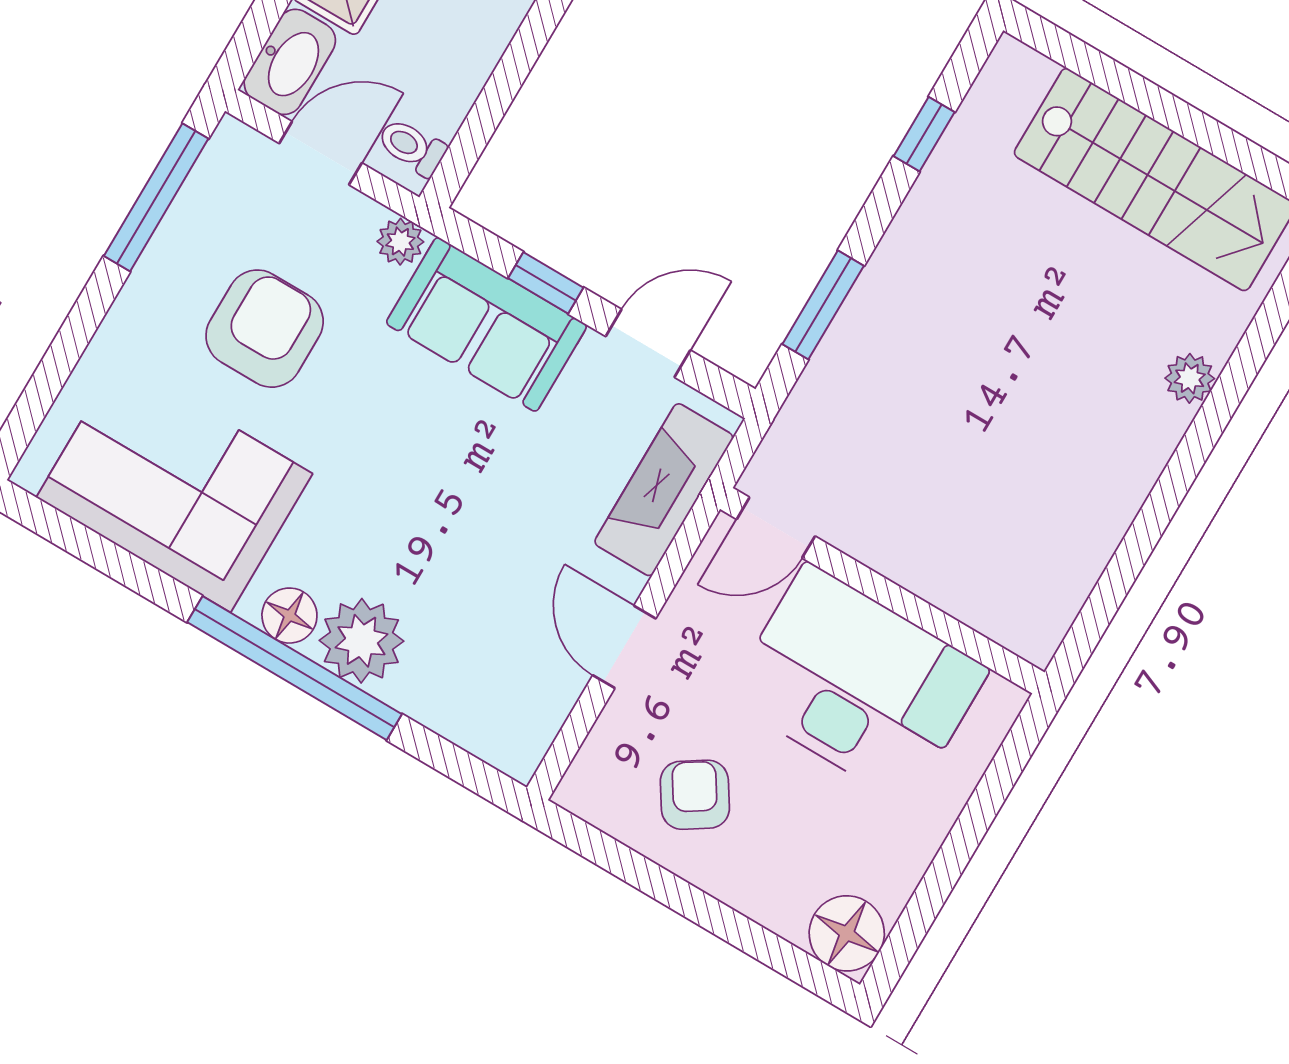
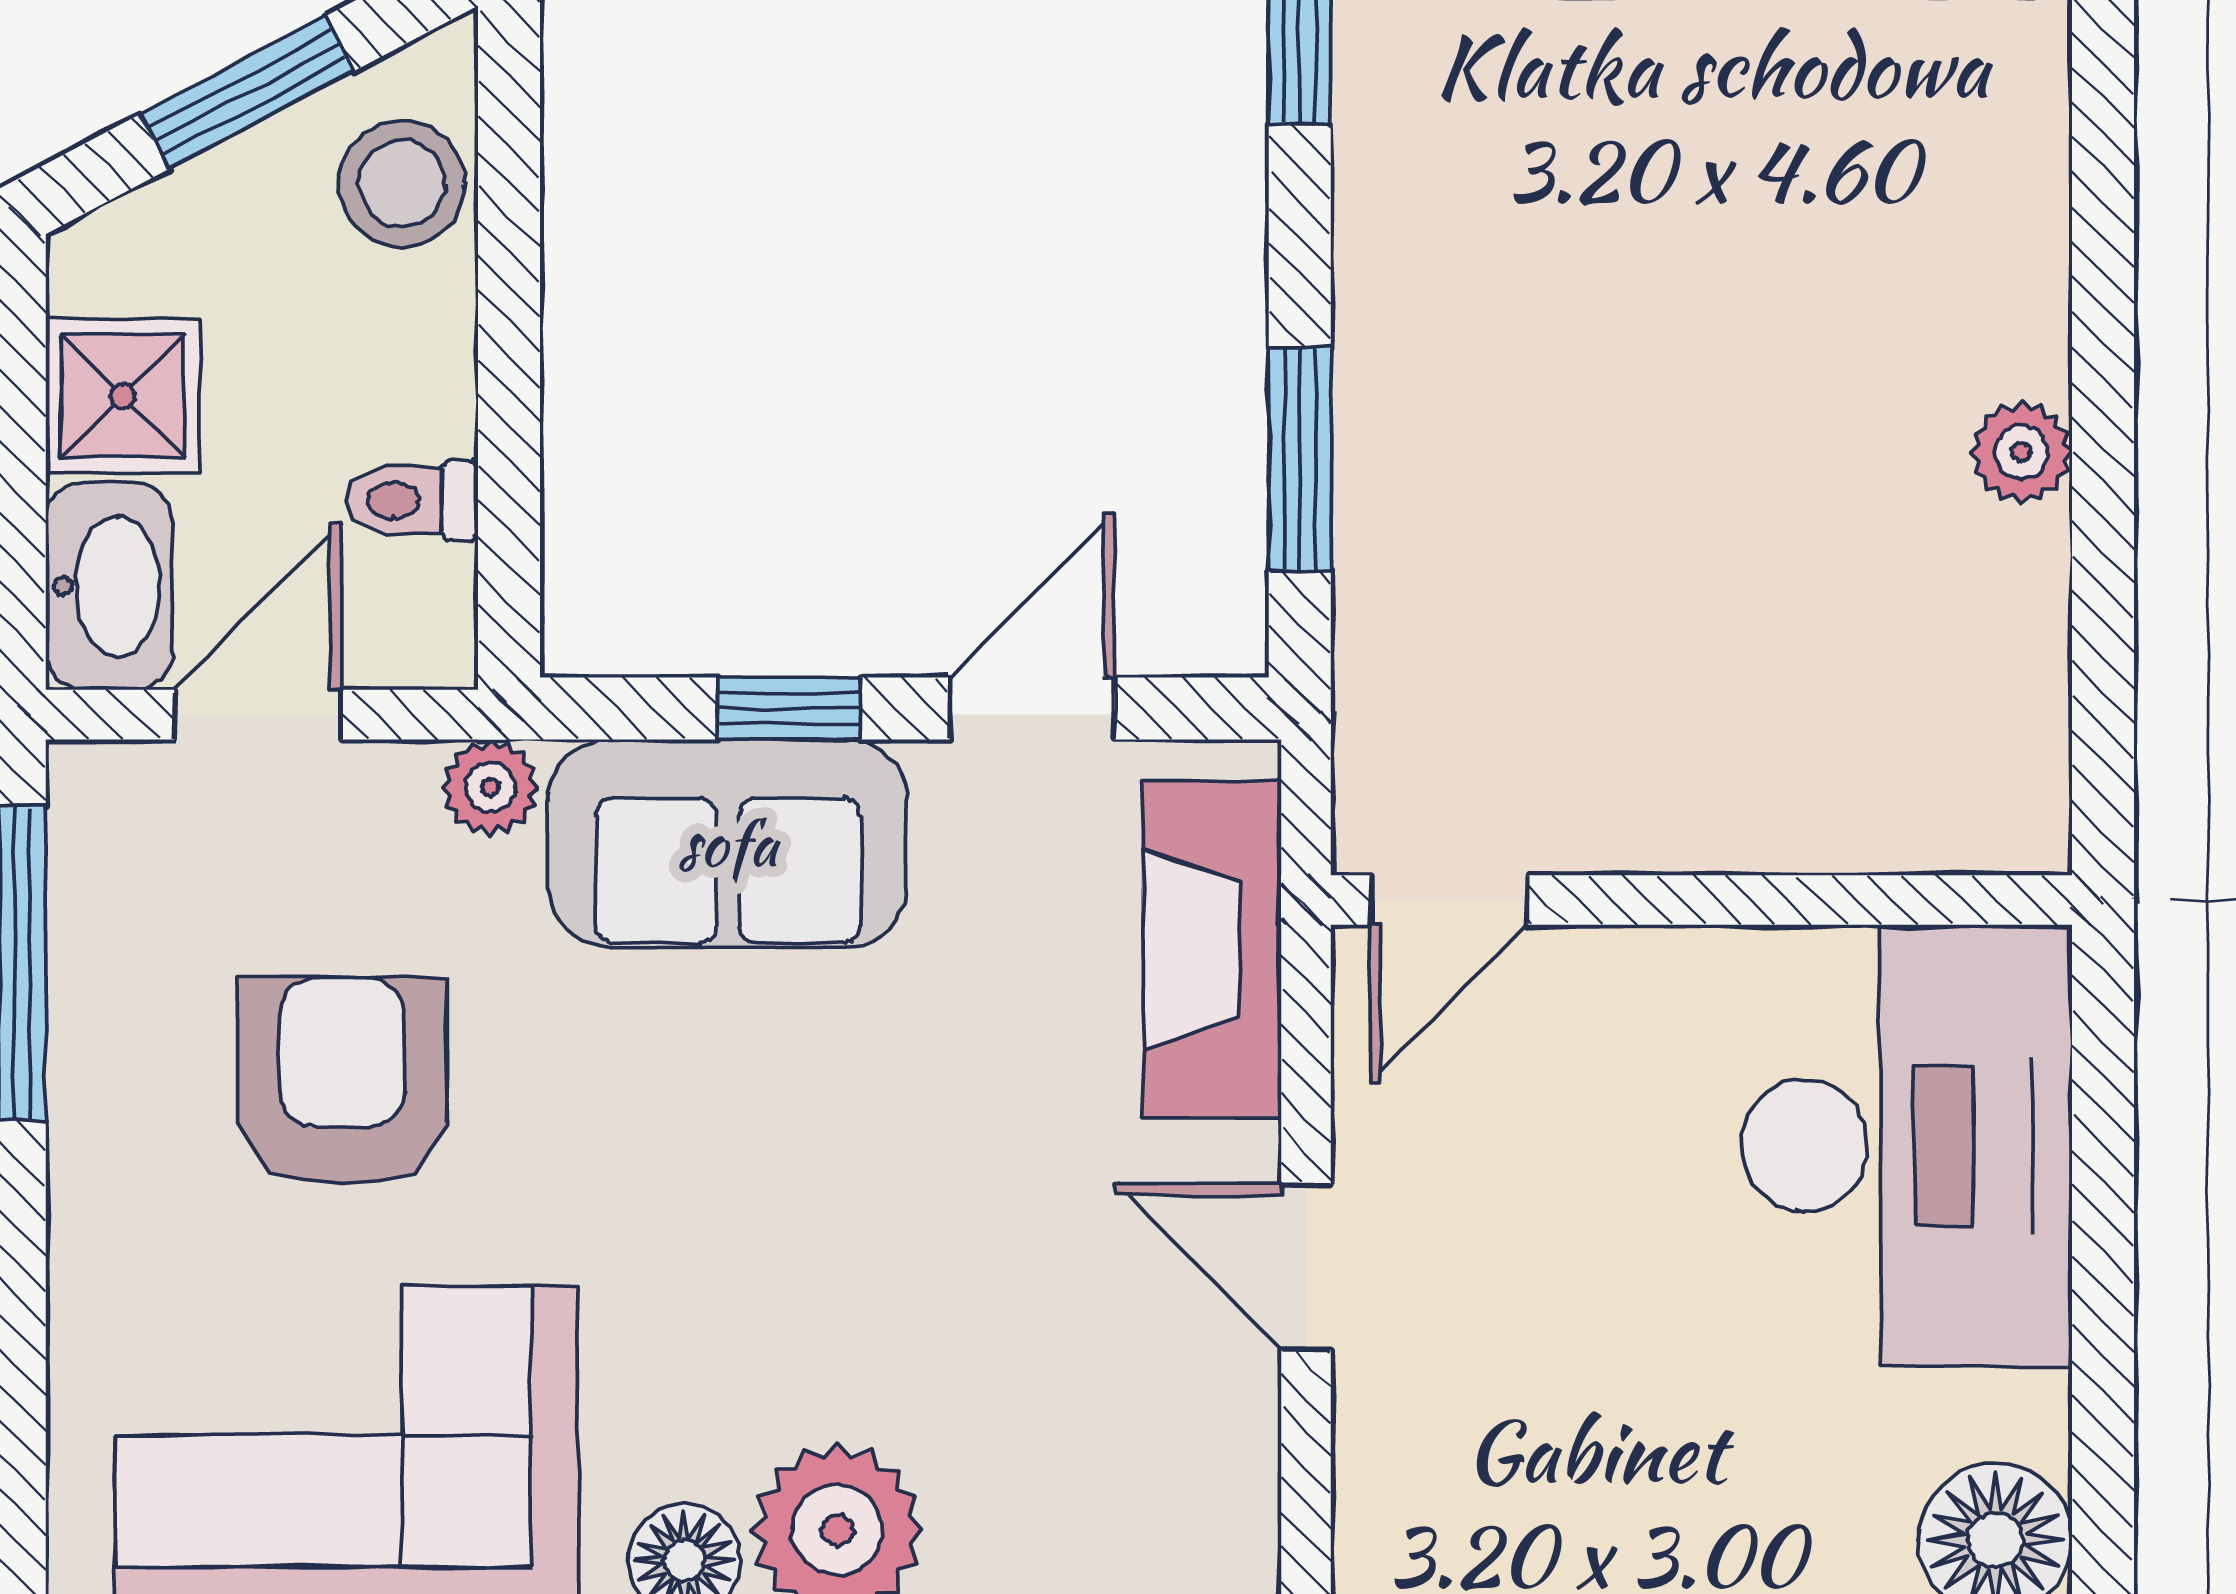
toilet: (412, 147) -> (412, 501), moved
plant: (1190, 378) -> (2021, 452), moved
desk: (857, 684) -> (1907, 1145), moved, turned 90
armchair: (695, 795) -> (1584, 1454), removed

